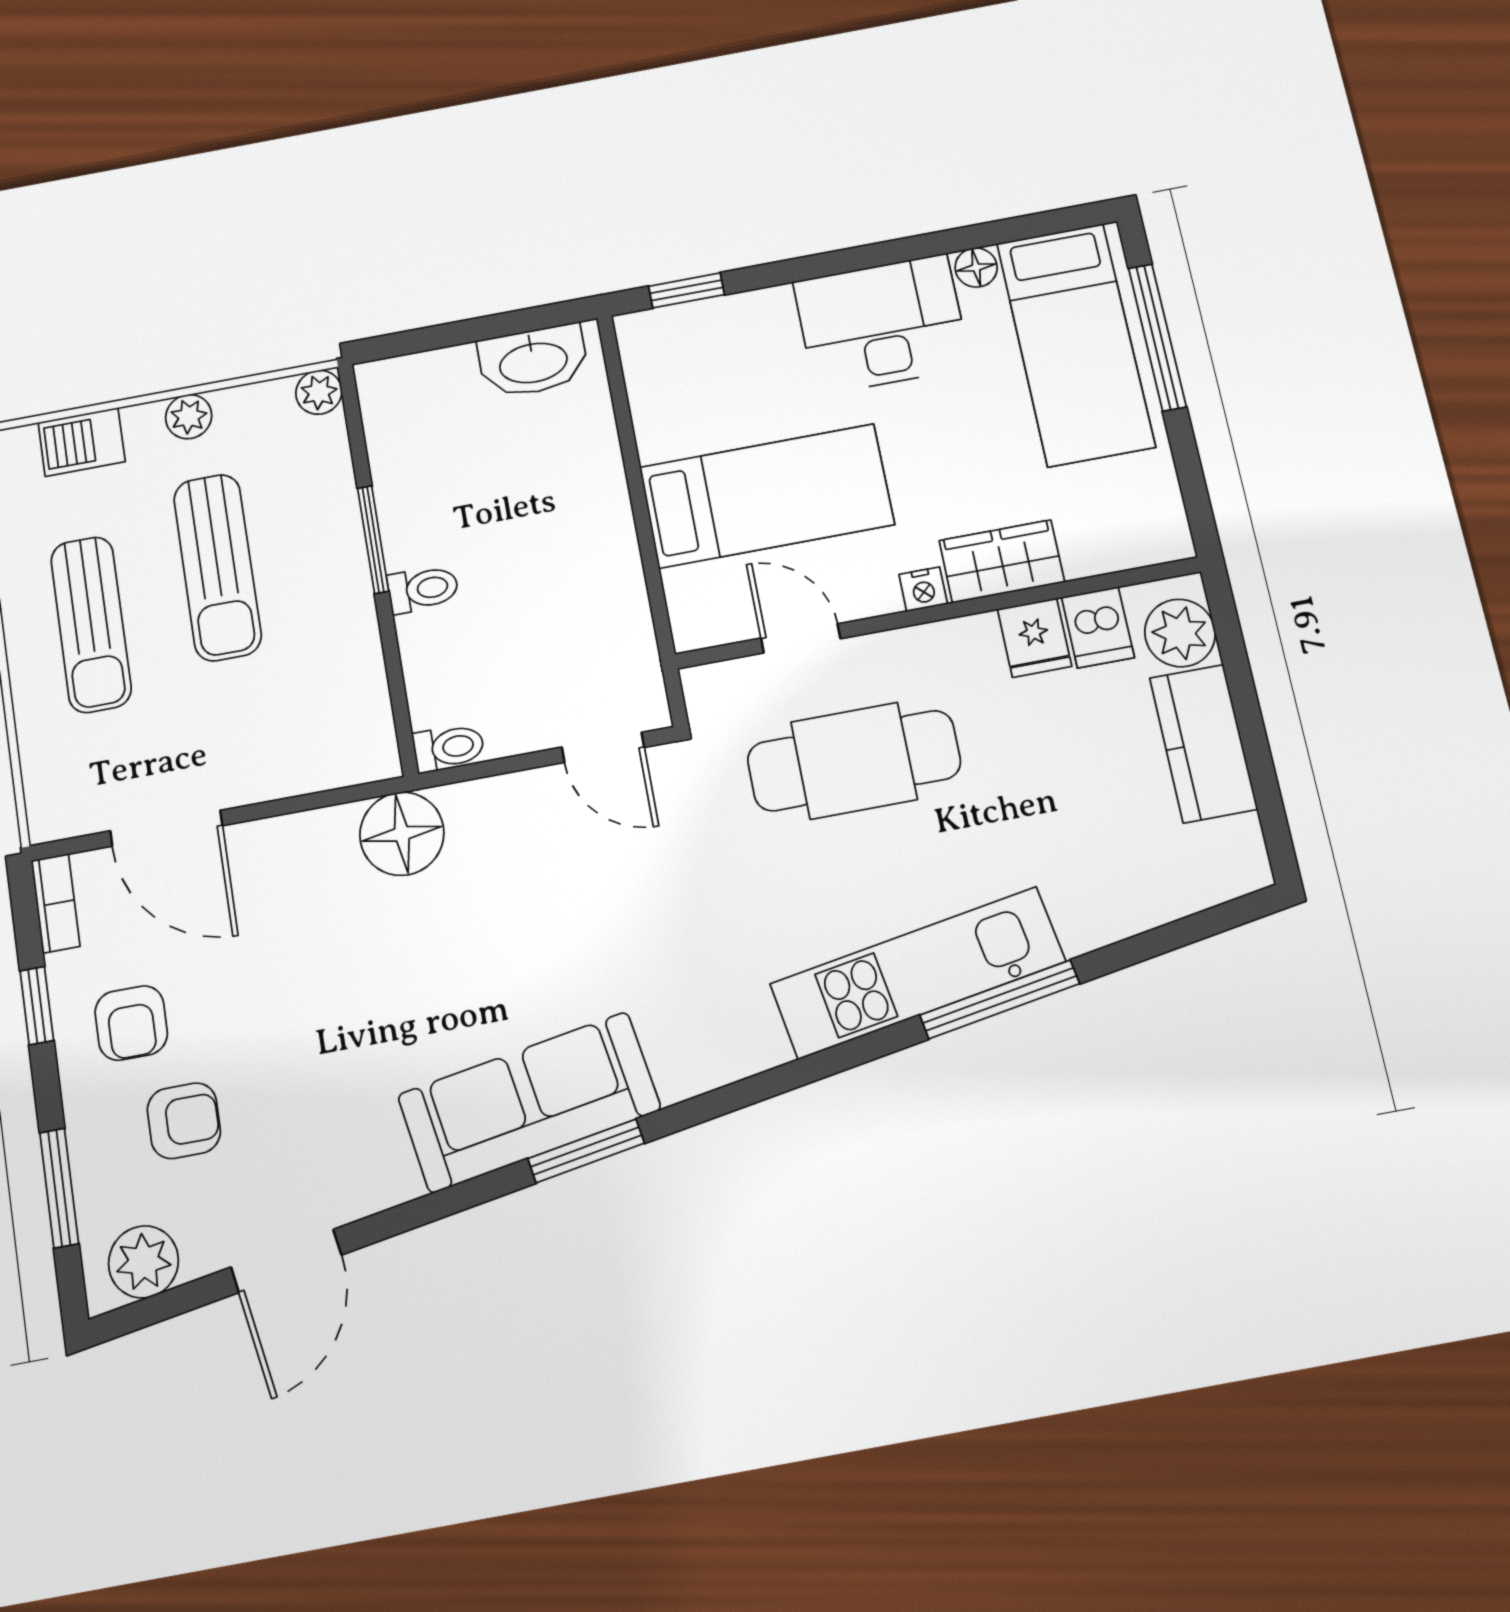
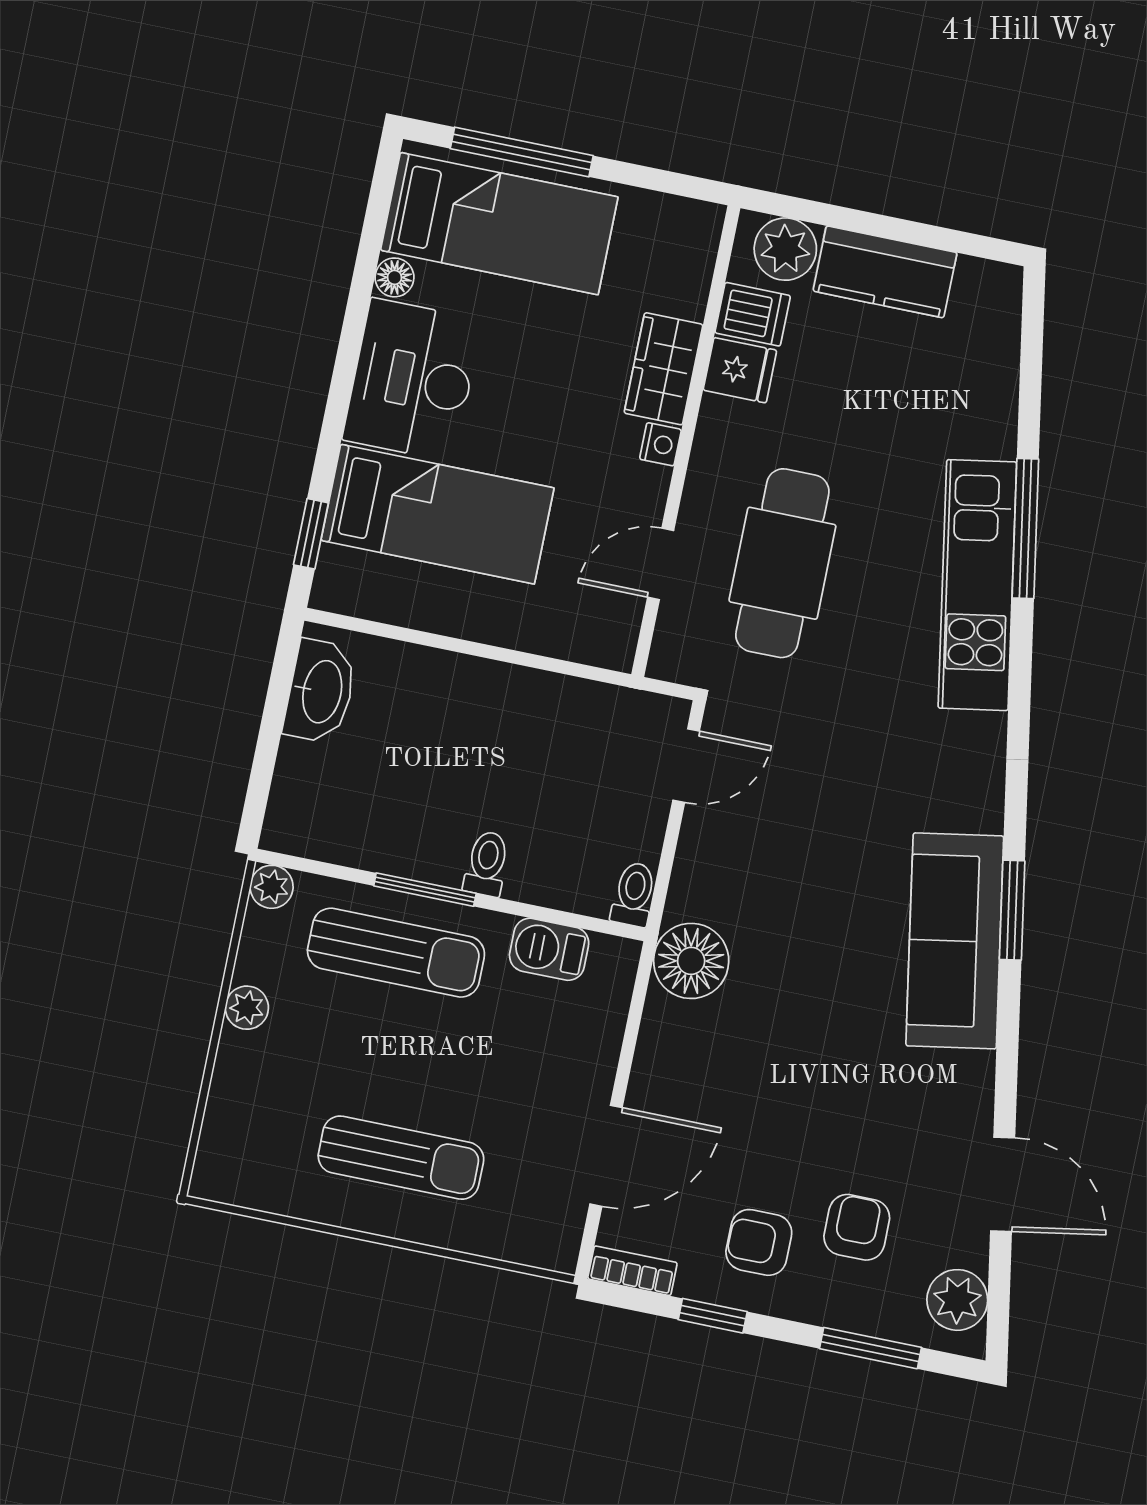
barbecue: (82, 442) -> (549, 949), moved, turned 90
bed: (767, 496) -> (437, 514), moved, turned 90
sun lounger: (217, 567) -> (396, 953), moved
armchair: (131, 1023) -> (759, 1242), turned 180

